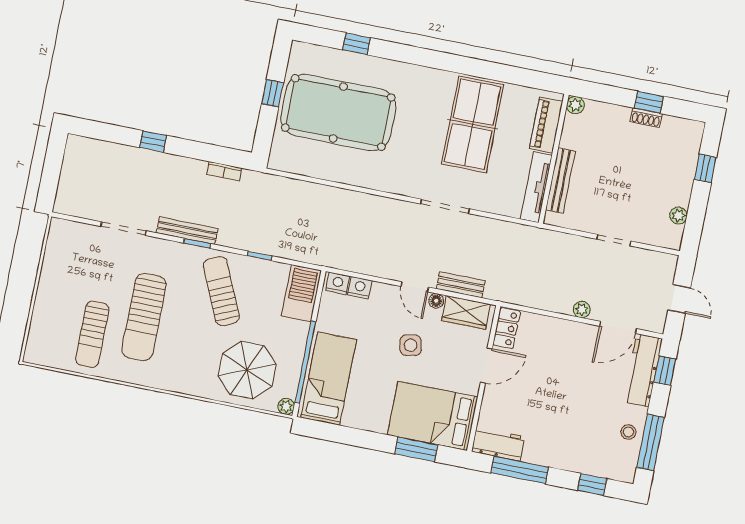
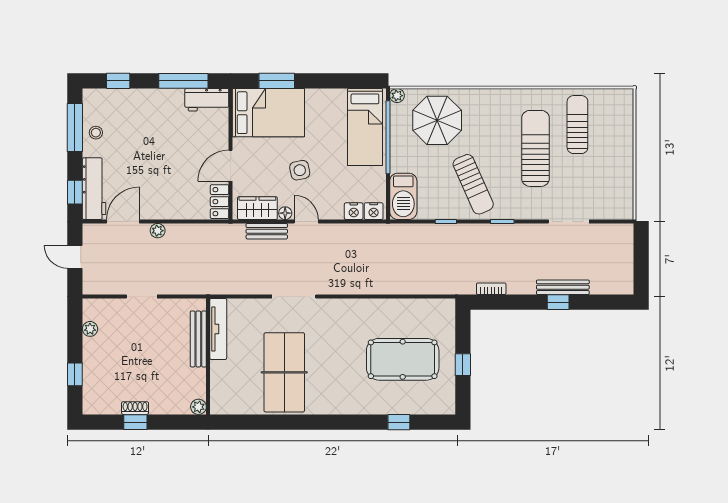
pool table: (338, 113) -> (403, 359), width x0.73, depth x0.76
piano: (546, 125) -> (220, 384), removed
bench: (187, 231) -> (563, 287), moved

